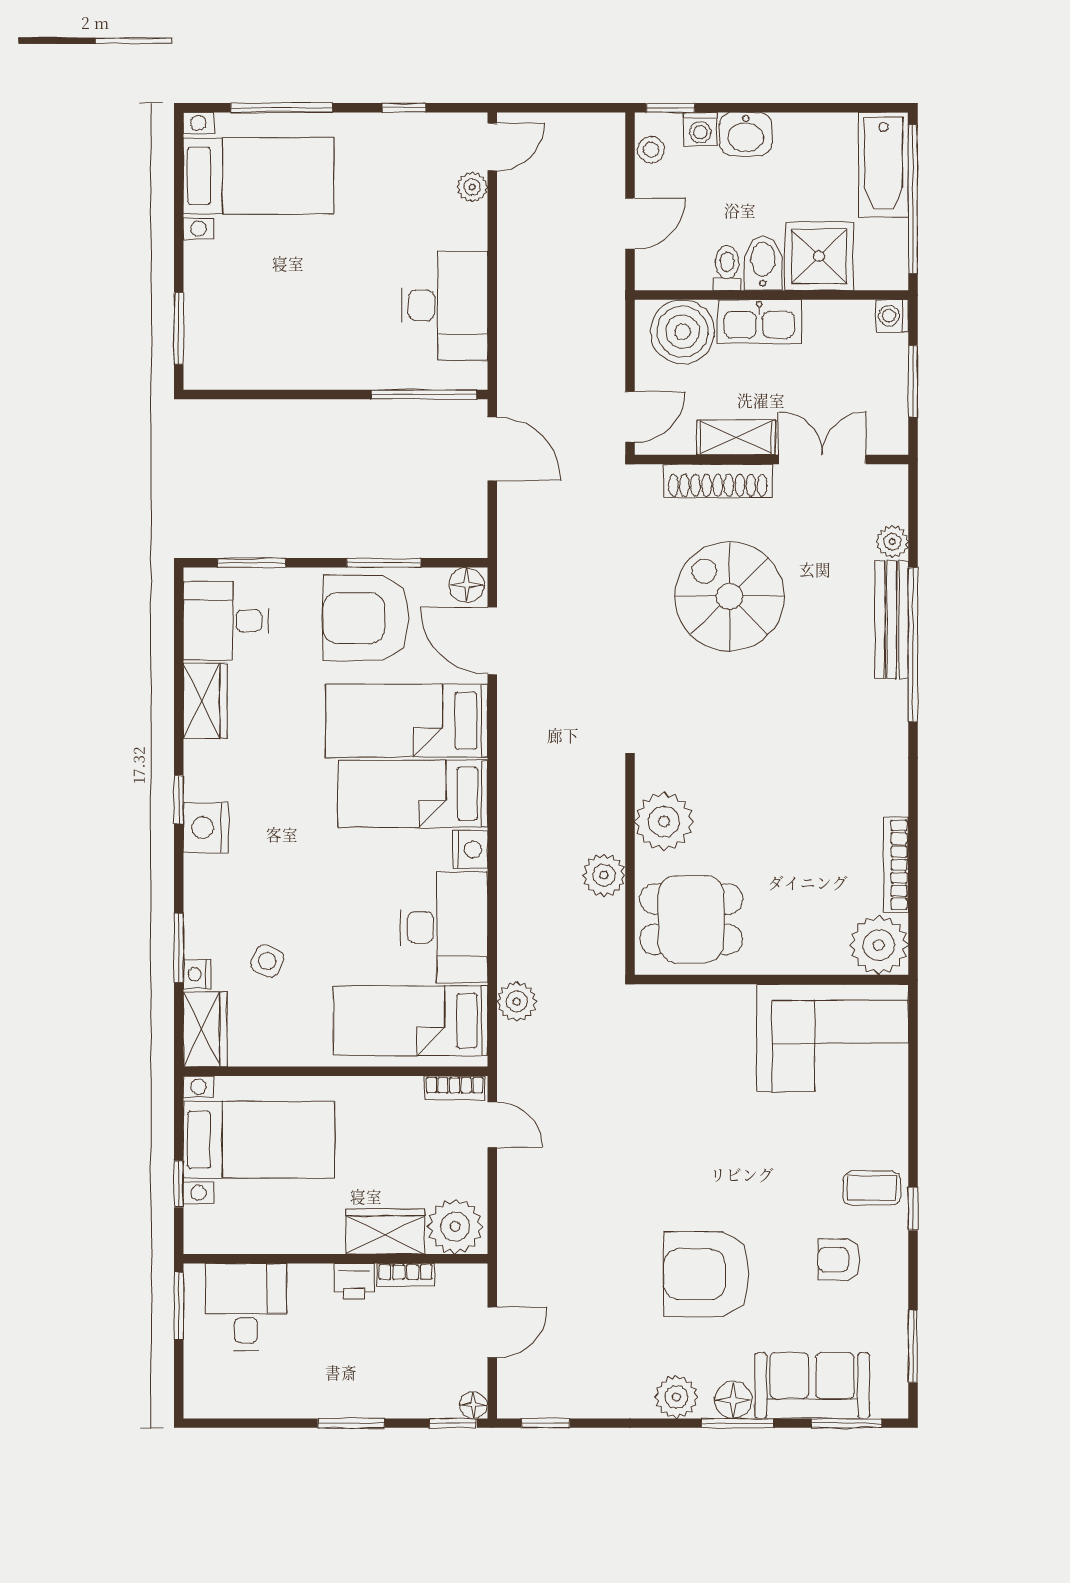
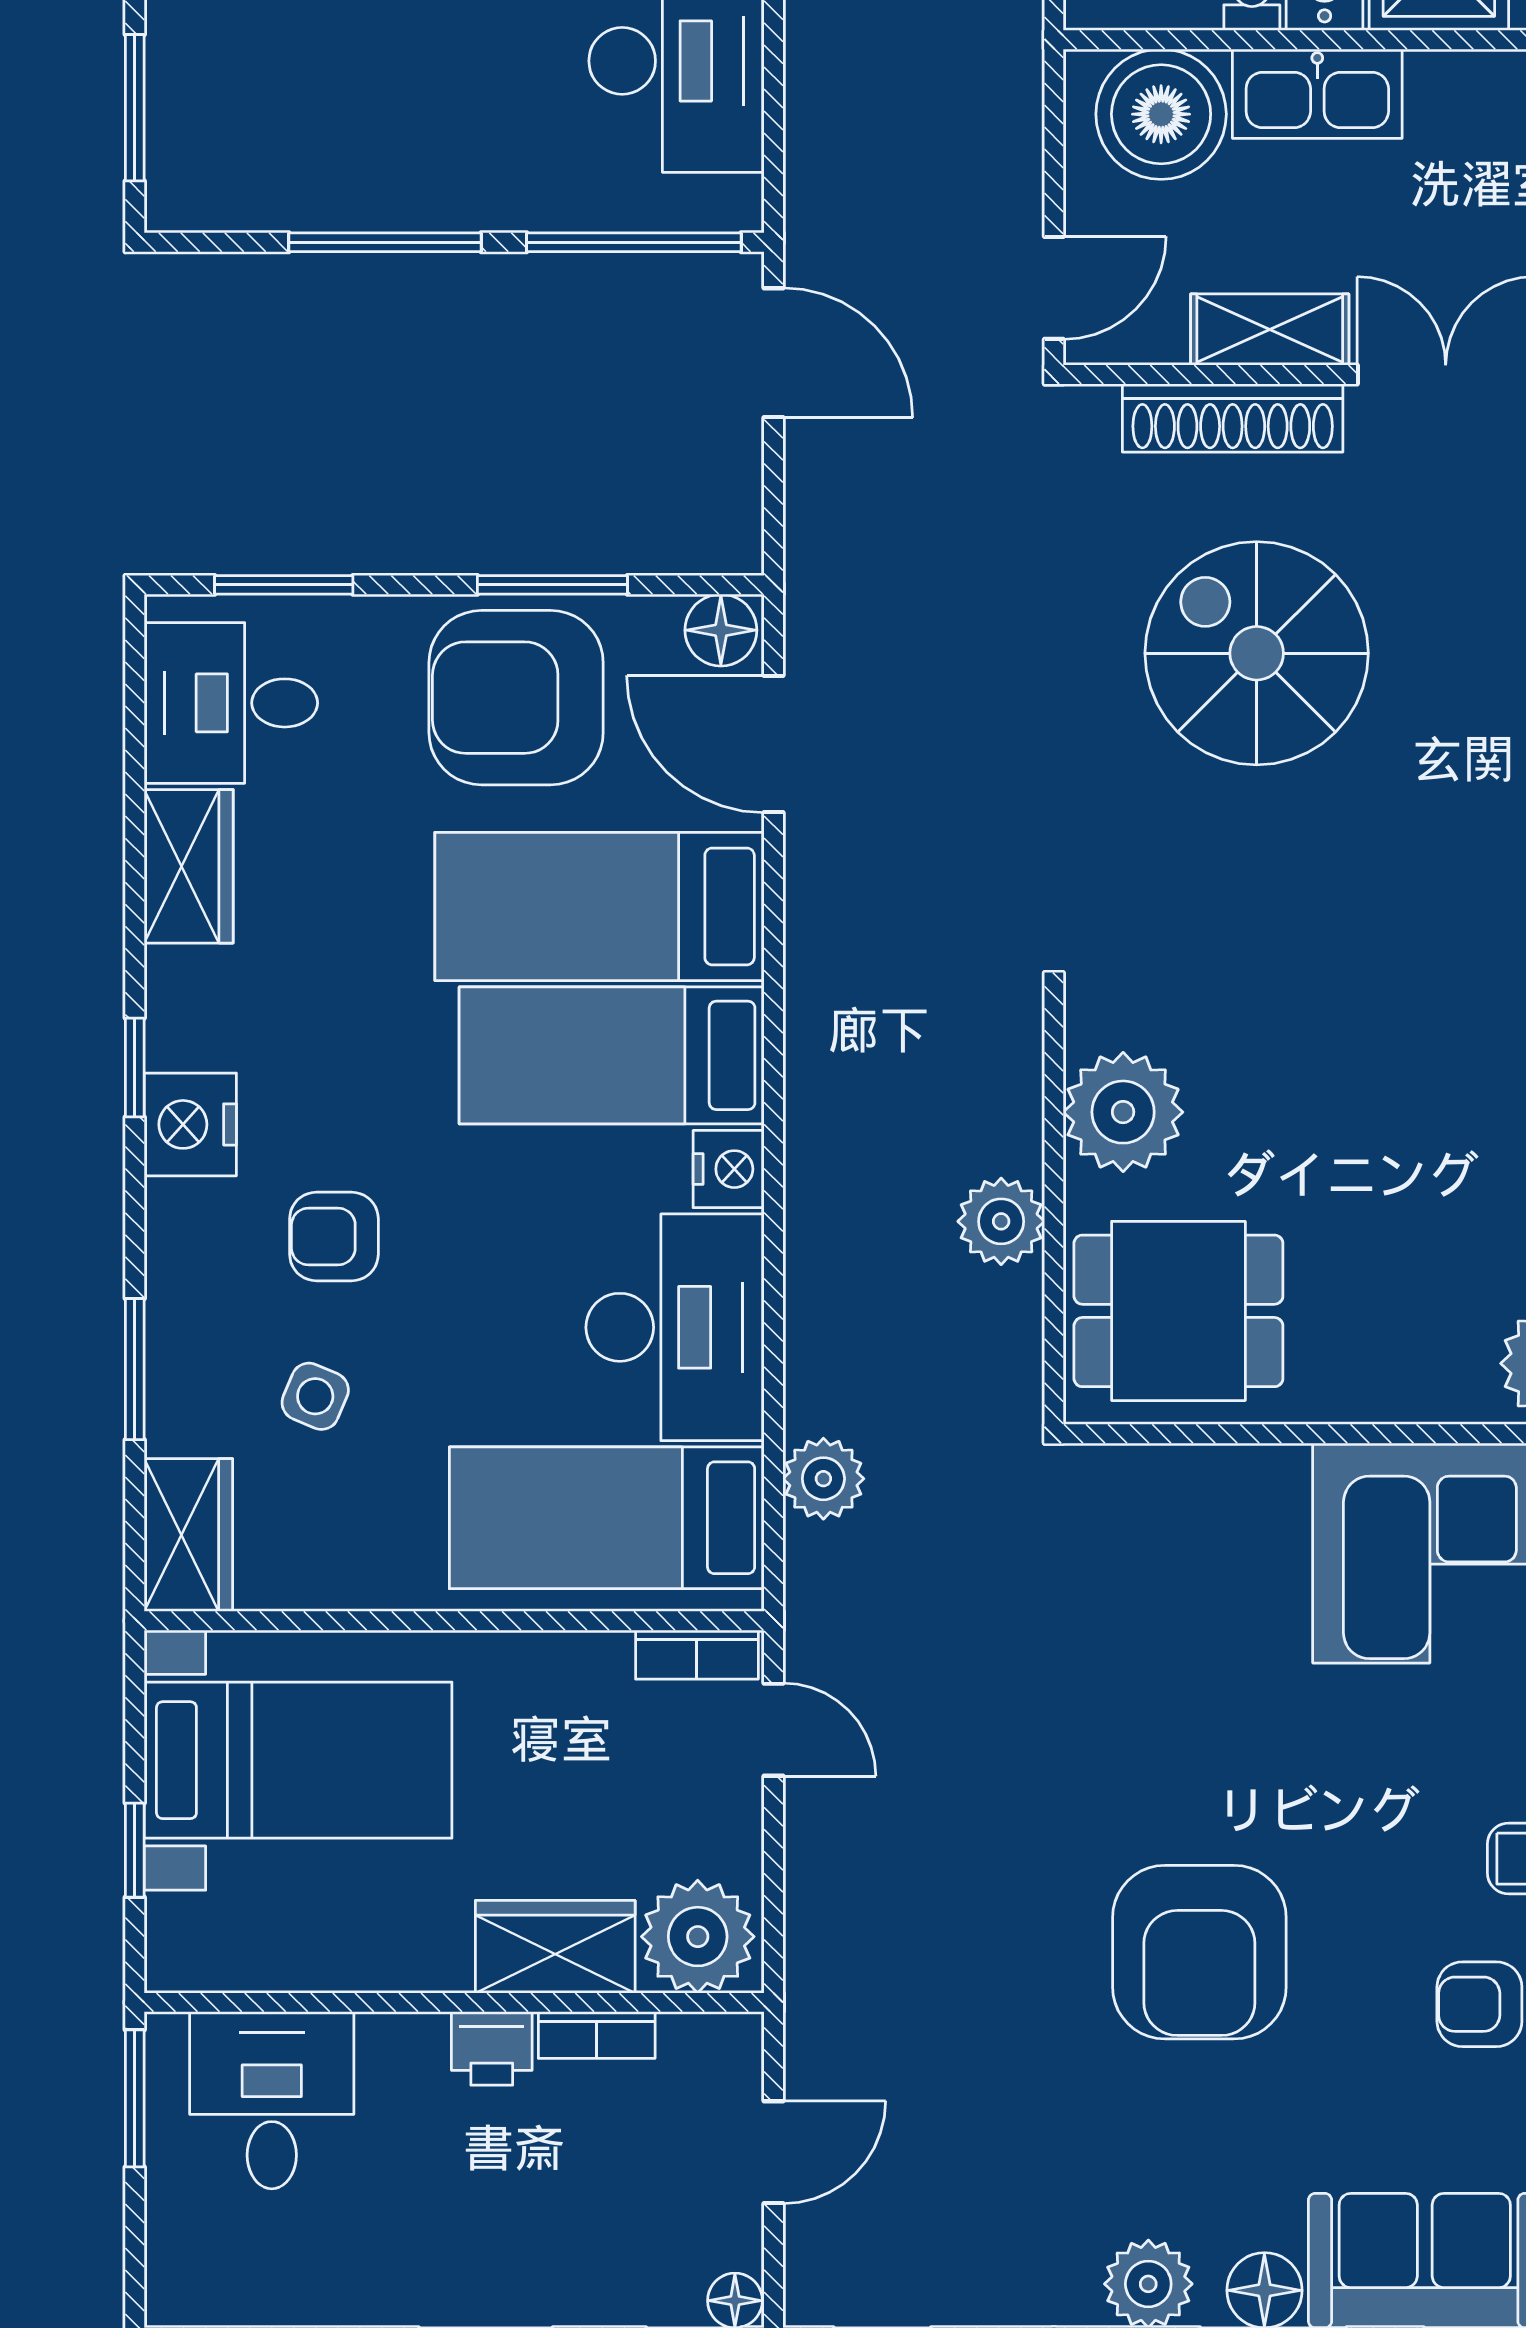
window: (302, 394) -> (385, 242), added
armchair: (277, 883) -> (334, 1236), added
nightstand: (197, 974) -> (172, 1423), removed
armchair: (706, 1274) -> (1199, 1952), moved, turned -90

